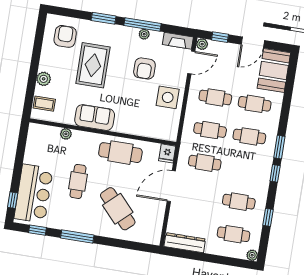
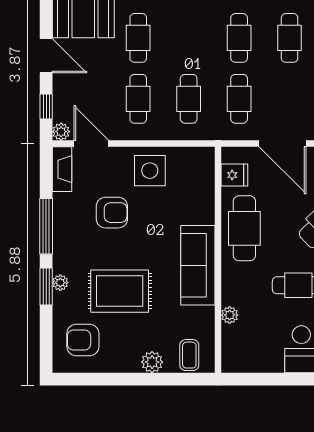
plant: (144, 34) -> (60, 283), moved
sofa: (95, 118) -> (198, 265), width x1.36
cafe table: (249, 136) -> (239, 38), moved
fridge: (167, 153) -> (234, 175), moved

